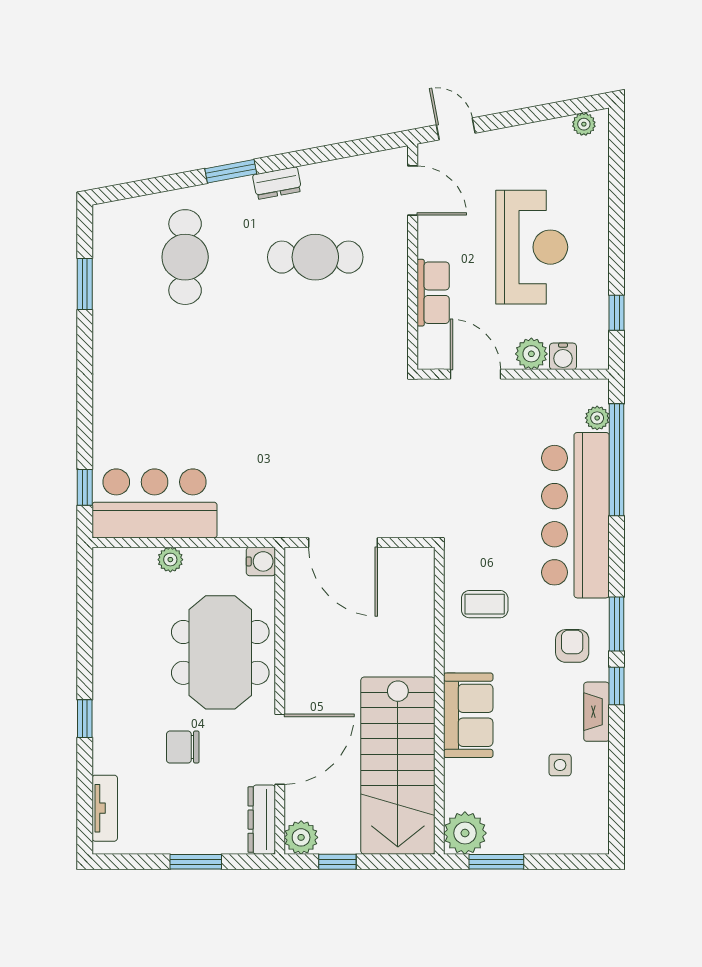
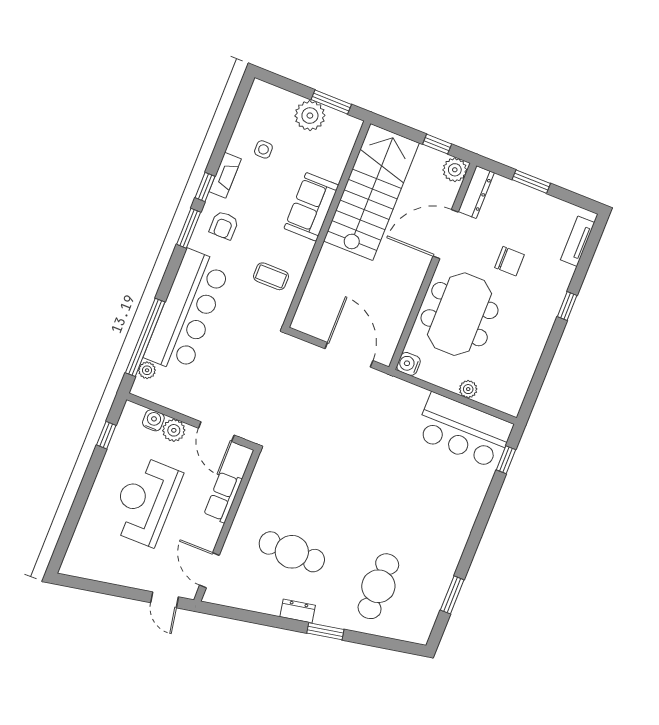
plant: (584, 124) -> (78, 569), removed
plant: (465, 833) -> (310, 116), moved

